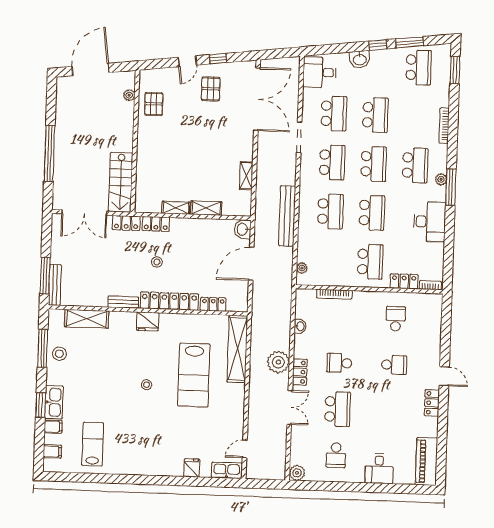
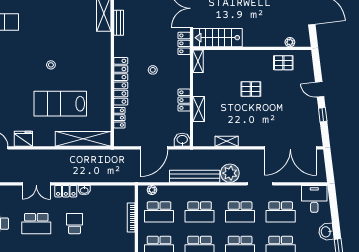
pallet: (211, 89) -> (251, 89), moved
shelving: (176, 208) -> (198, 61), moved
locker: (156, 224) -> (184, 100), moved
school desk: (329, 260) -> (159, 212), added
door: (251, 264) -> (154, 148), swing flipped
bench: (123, 302) -> (119, 23), moved
fridge: (148, 322) -> (23, 139), moved, turned 90
washbasin: (300, 326) -> (84, 190), moved
plant: (278, 362) -> (230, 173), moved

